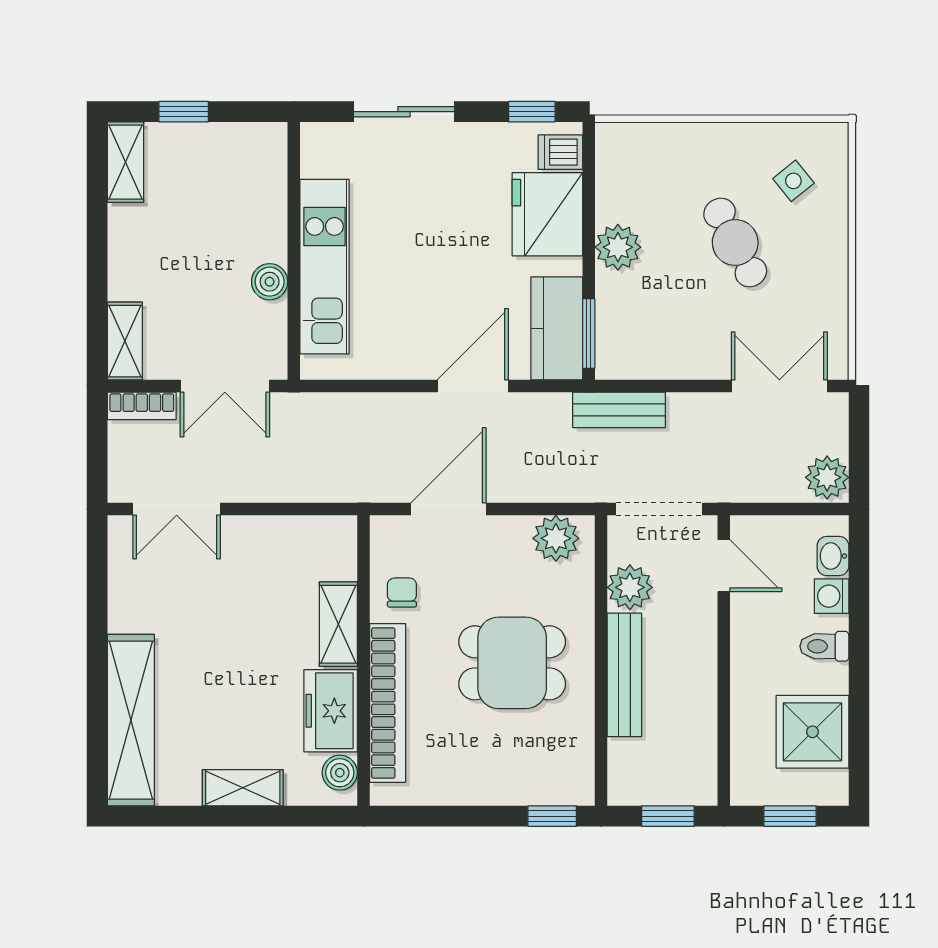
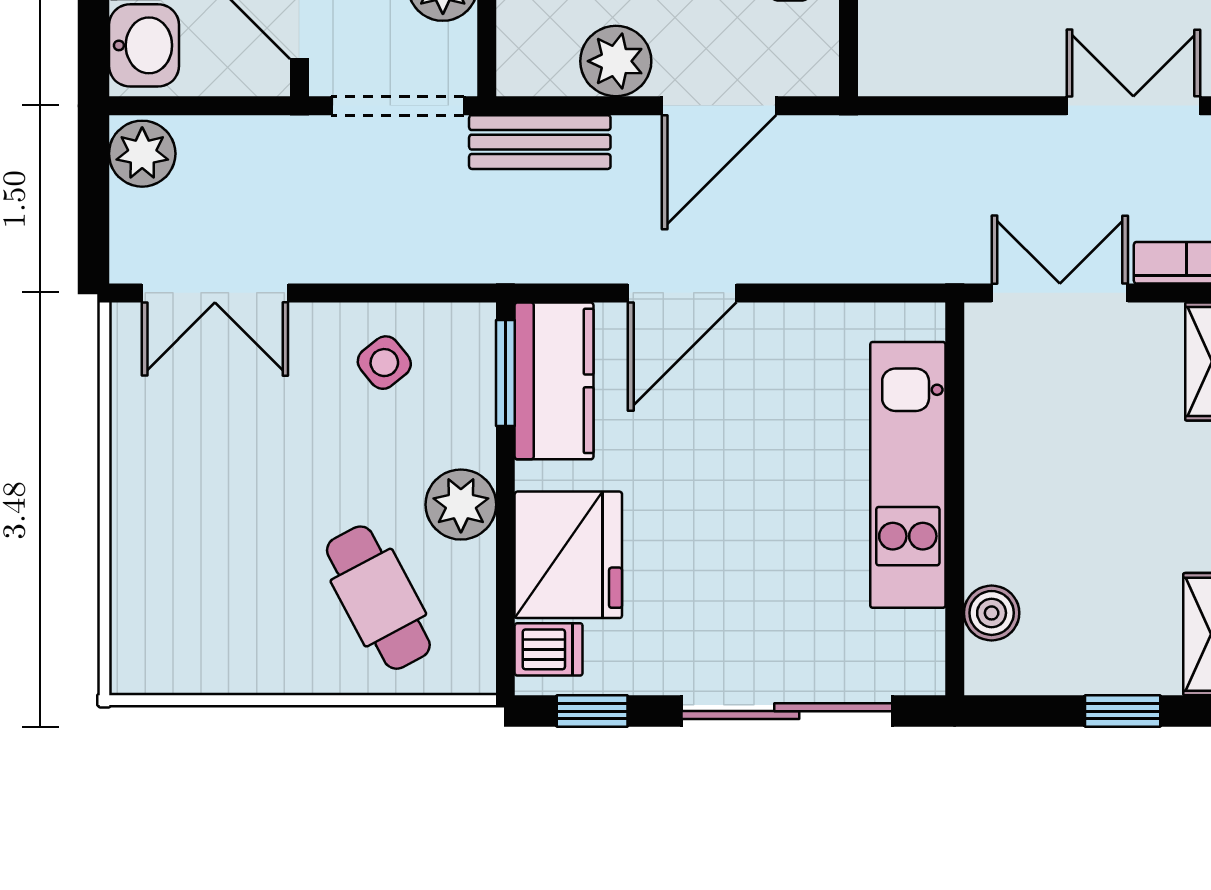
sliding door: (404, 112) -> (787, 711), width x1.37
side table: (793, 181) -> (384, 363), moved
cafe table: (735, 243) -> (378, 598), moved
boiler: (270, 282) -> (992, 613), moved
bench: (619, 410) -> (540, 142), moved
plant: (556, 538) -> (616, 61), moved
washbasin: (833, 556) -> (144, 45), width x1.38, depth x1.45

